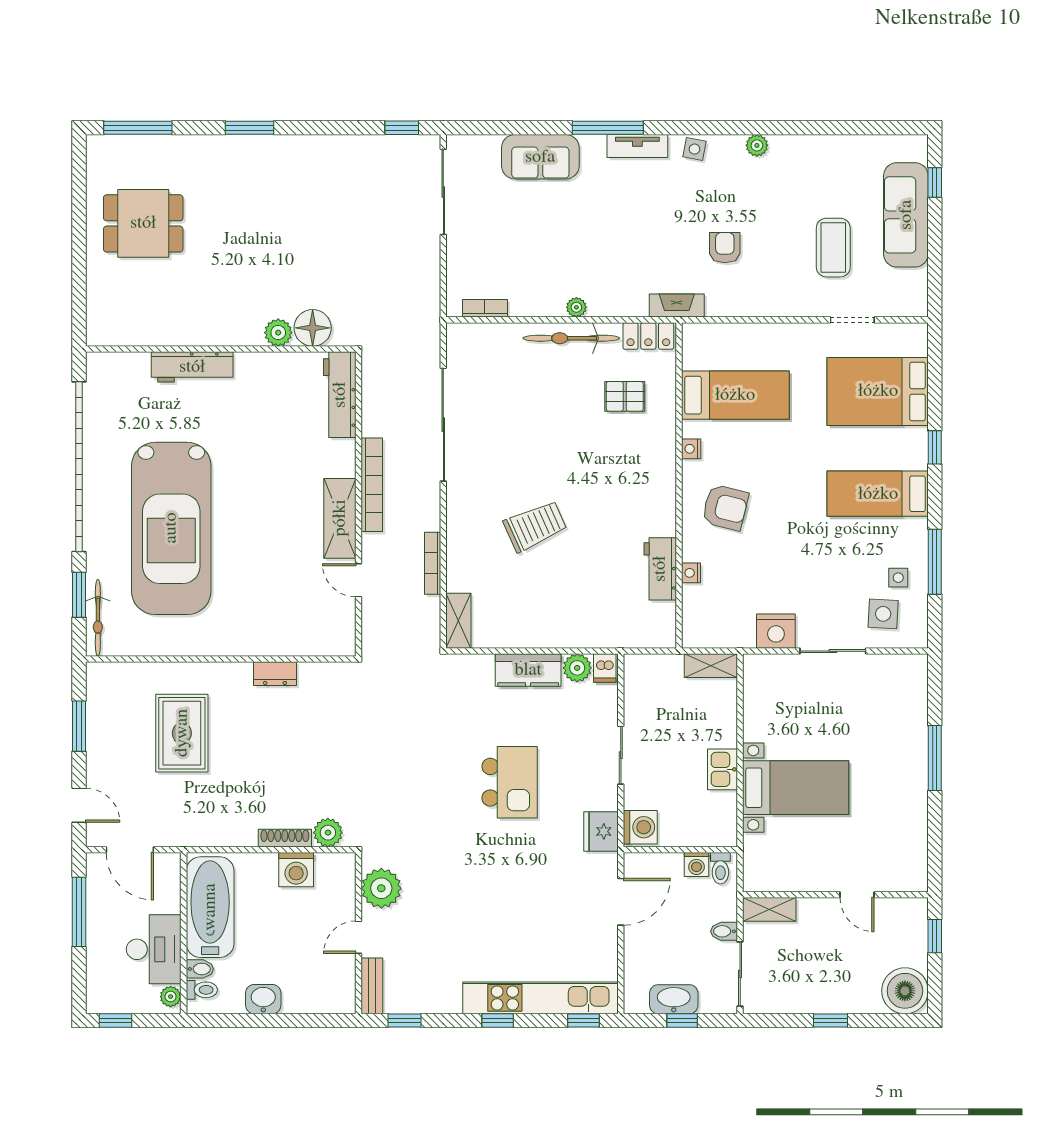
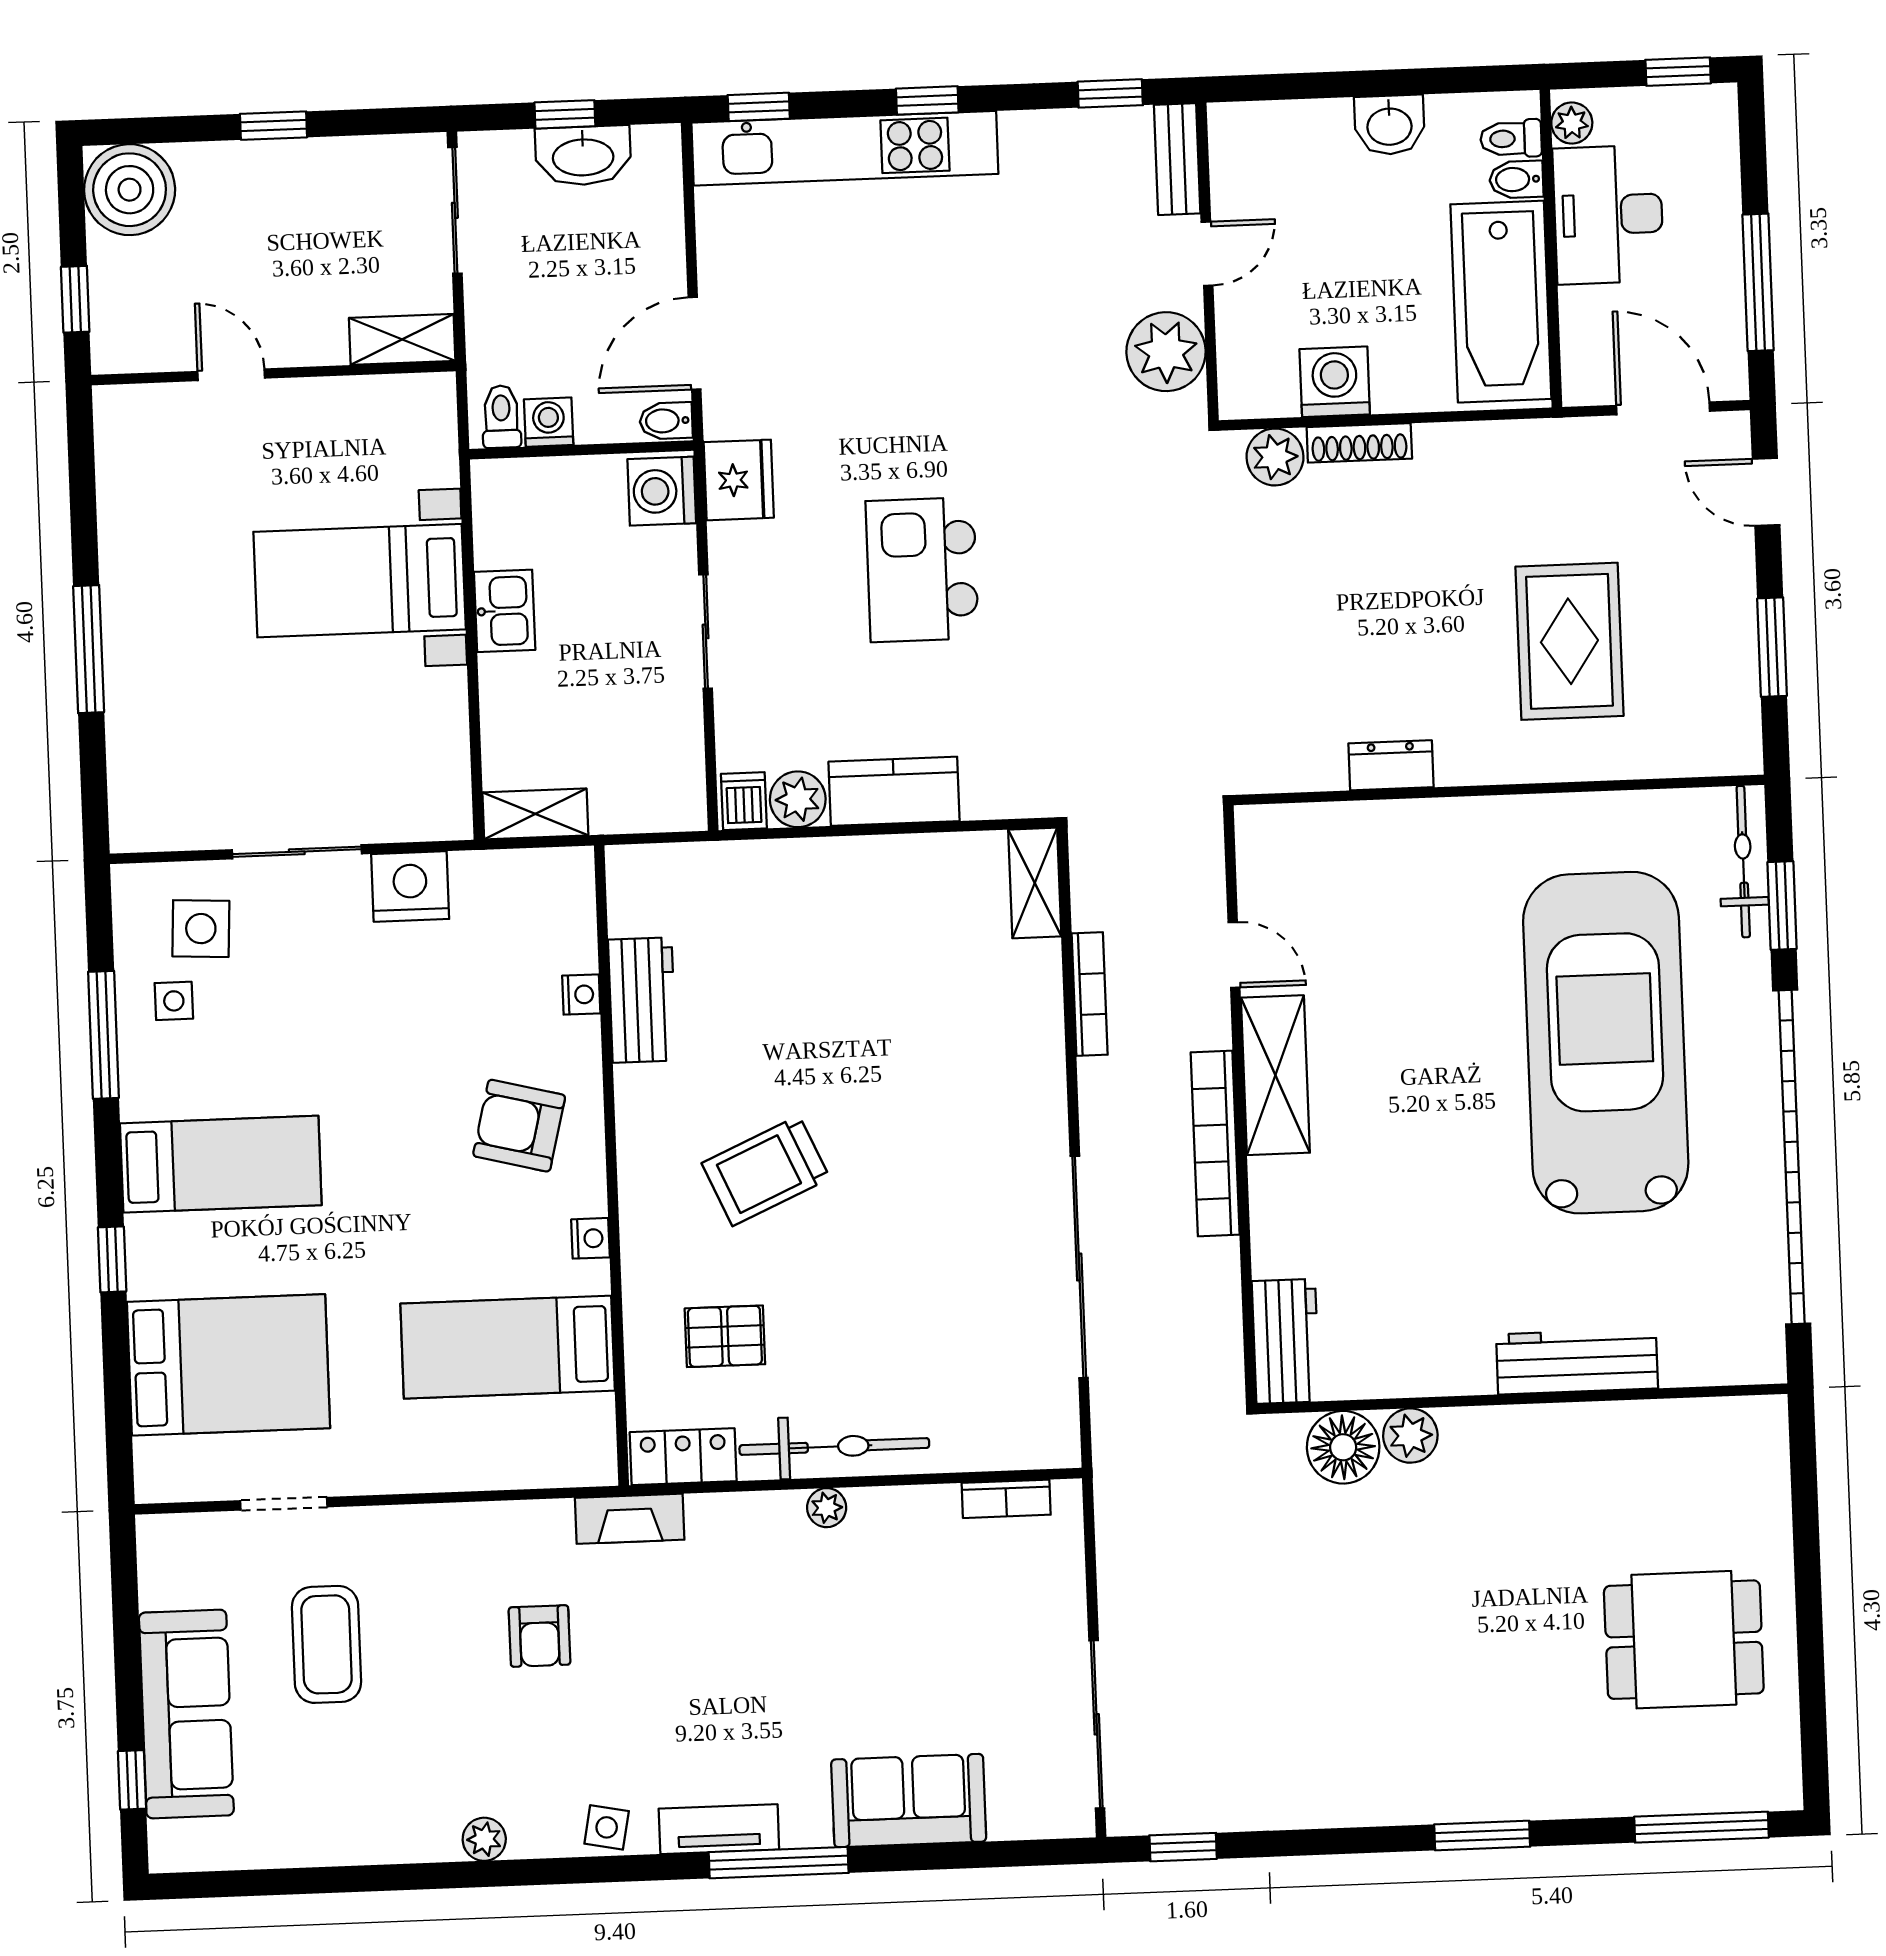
workbench: (340, 395) -> (1286, 1341), width x0.73
trolley: (535, 526) -> (766, 1171), moved
bidet: (724, 931) -> (666, 421), moved, turned 180

